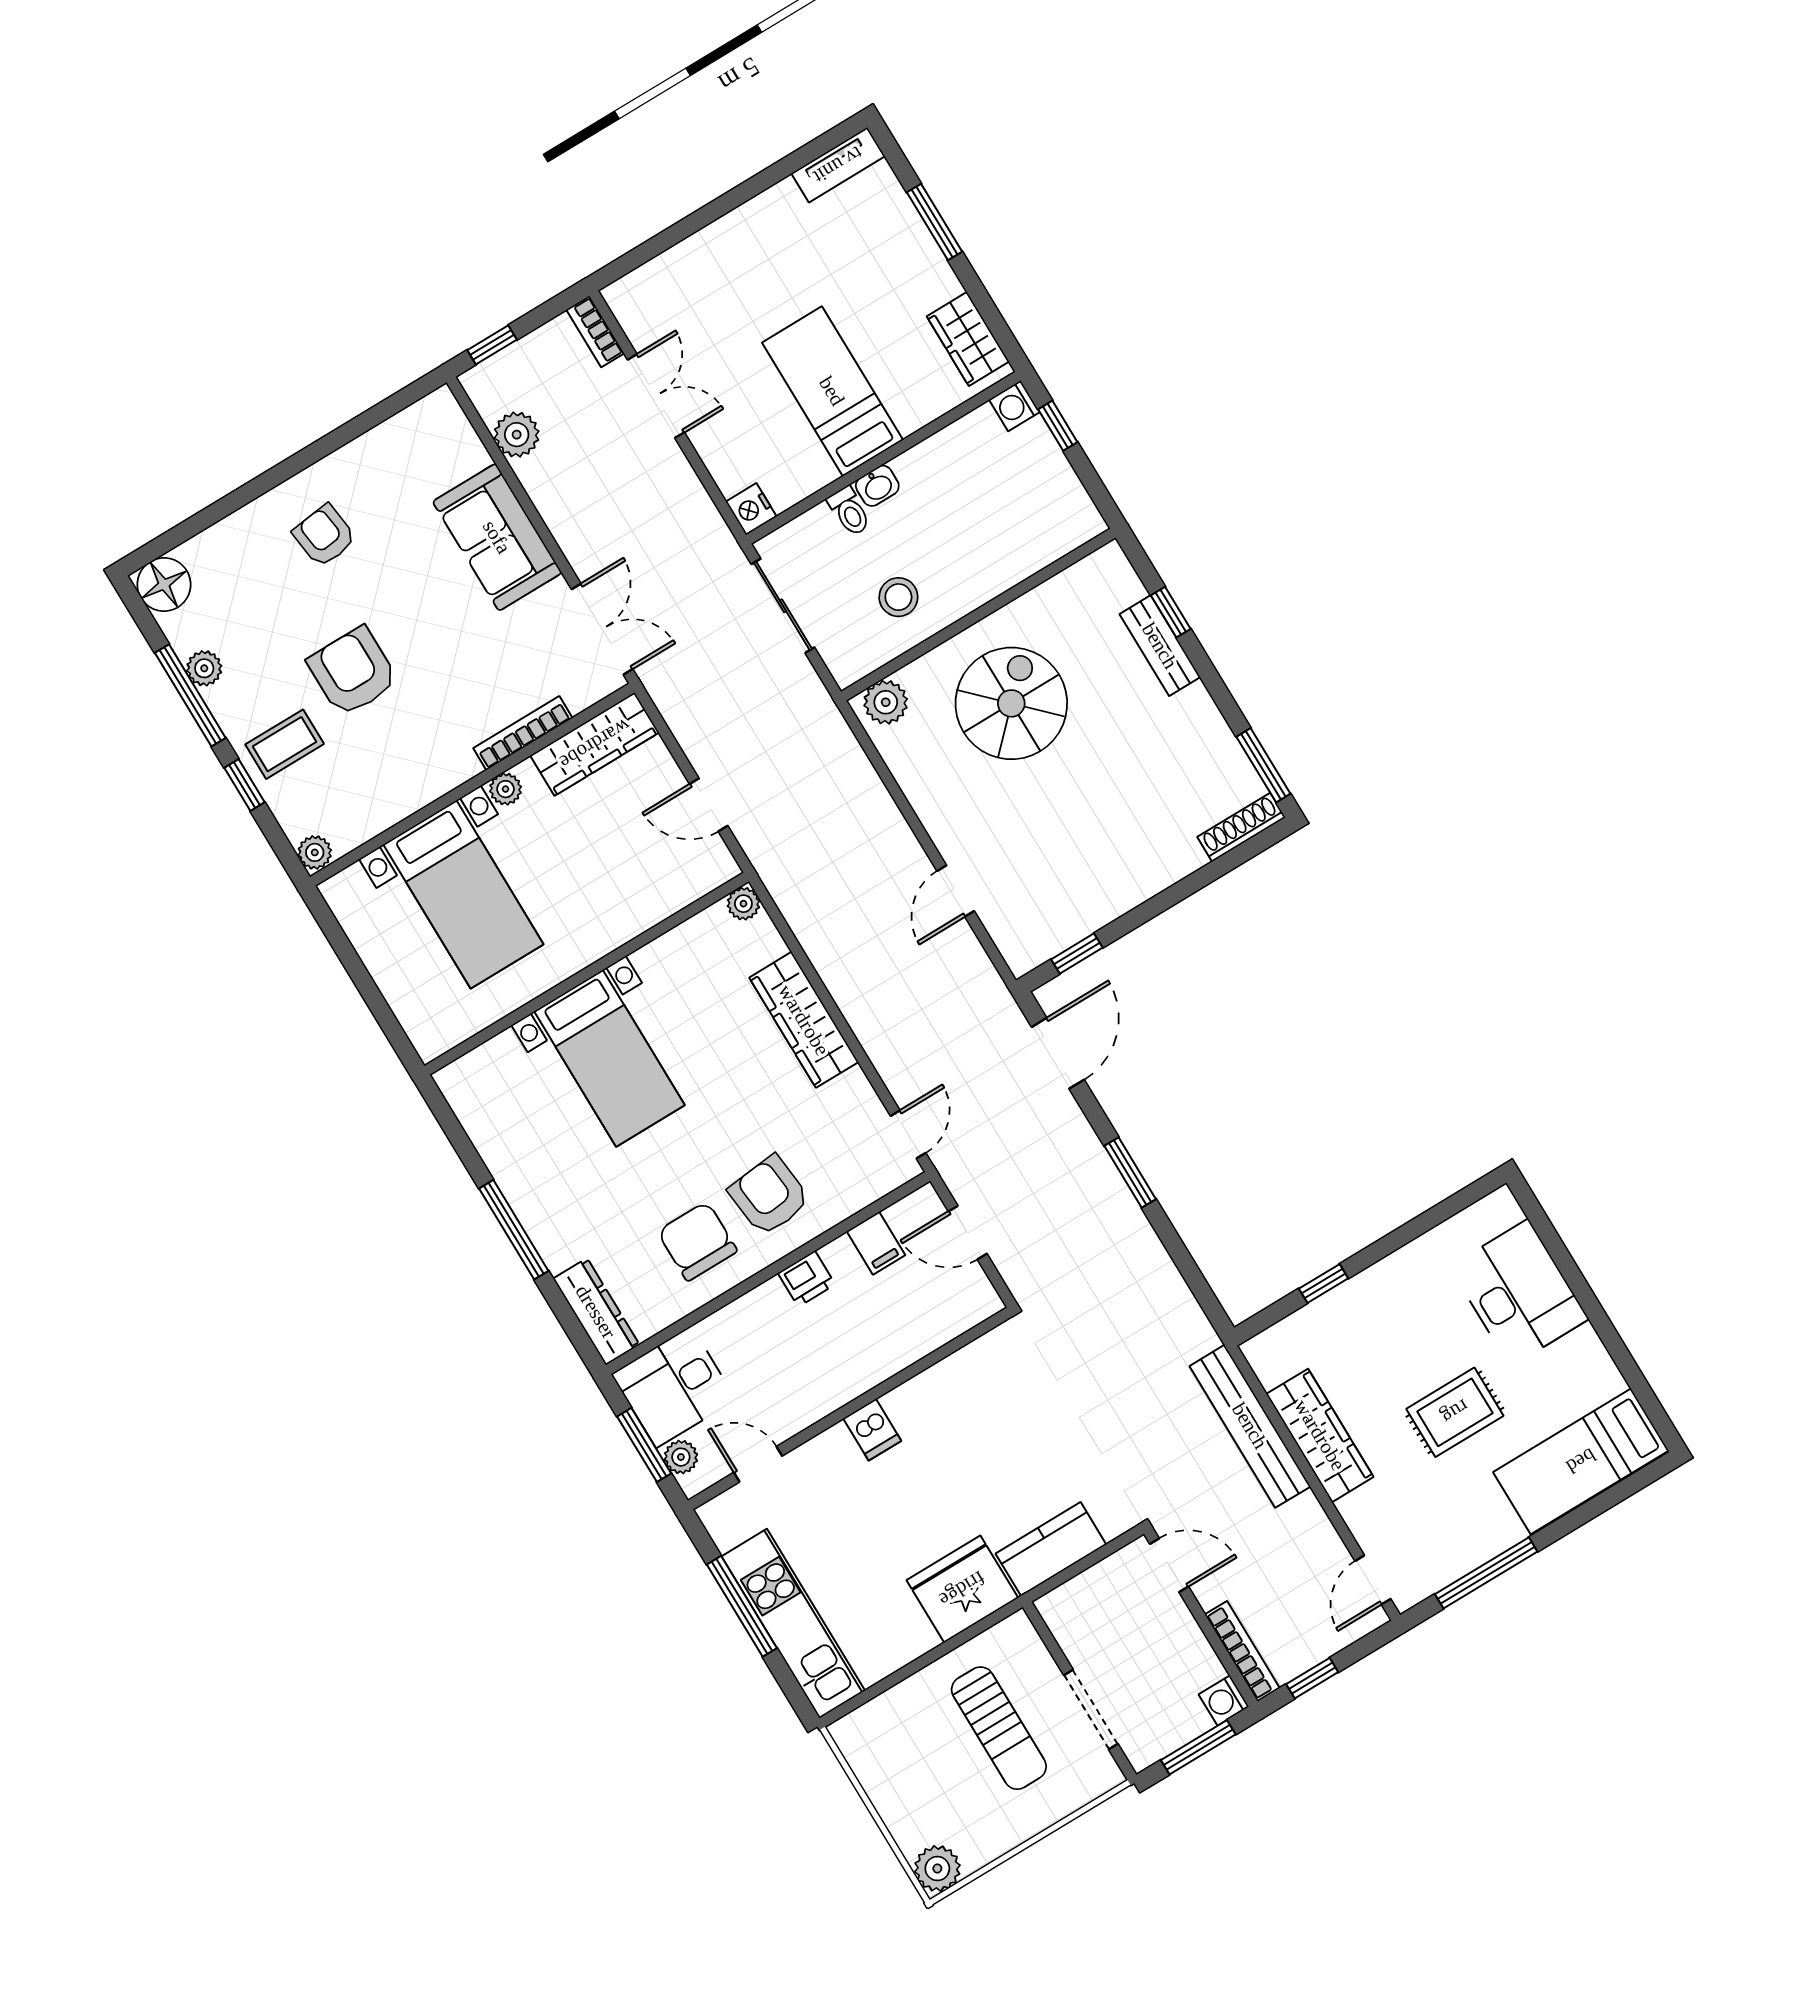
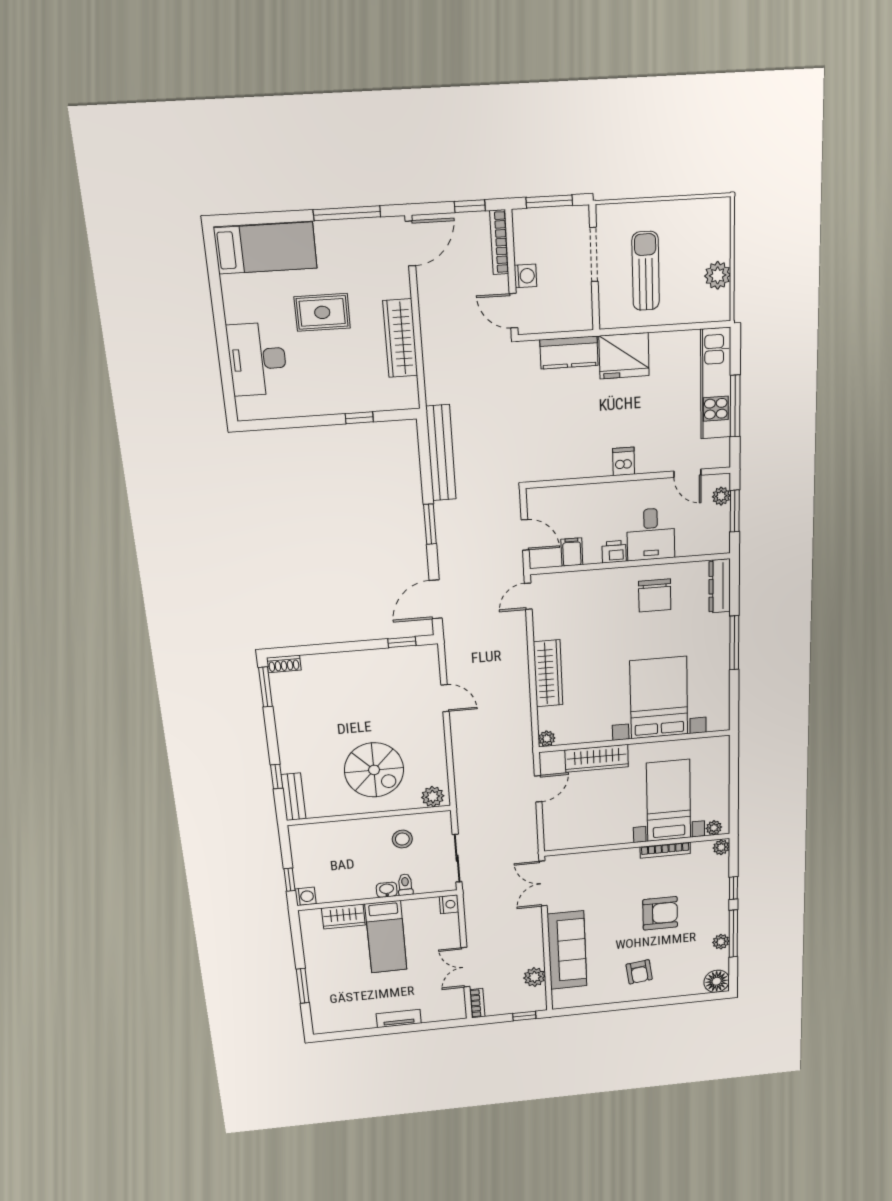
tv unit: (838, 165) -> (399, 1018), moved
wardrobe: (968, 339) -> (343, 917), moved, turned 90
sofa: (497, 537) -> (567, 950), width x1.36
bench: (1160, 646) -> (293, 797), moved
armchair: (353, 672) -> (660, 913), turned -90
spiral stairs: (1011, 703) -> (374, 770), turned -90
bookcase: (523, 733) -> (665, 850), moved
coffee table: (285, 744) -> (707, 897), removed
wardrobe: (595, 744) -> (597, 758), moved, turned 180
plant: (506, 789) -> (714, 828), moved
door: (709, 805) -> (538, 789), hinge flipped
shoe rack: (1241, 827) -> (284, 664), width x0.70
door: (956, 891) -> (445, 698), hinge flipped
bed with nightstands: (609, 1058) -> (659, 698), width x1.36
armchair: (769, 1196) -> (609, 600), removed
desk: (674, 1387) -> (651, 534), moved, turned 90
bench: (1250, 1426) -> (441, 453), moved
door: (1373, 1580) -> (410, 243), width x1.38
washing machine: (1224, 1701) -> (525, 276), moved
plant: (937, 1869) -> (718, 275), moved

